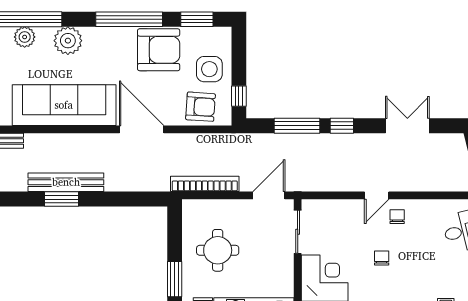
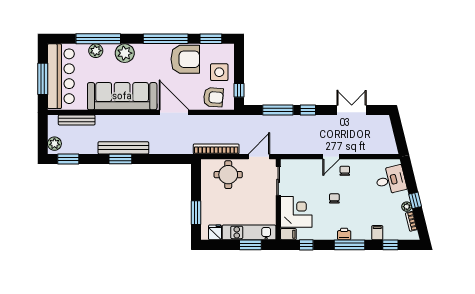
round table: (218, 250) -> (228, 175), moved

